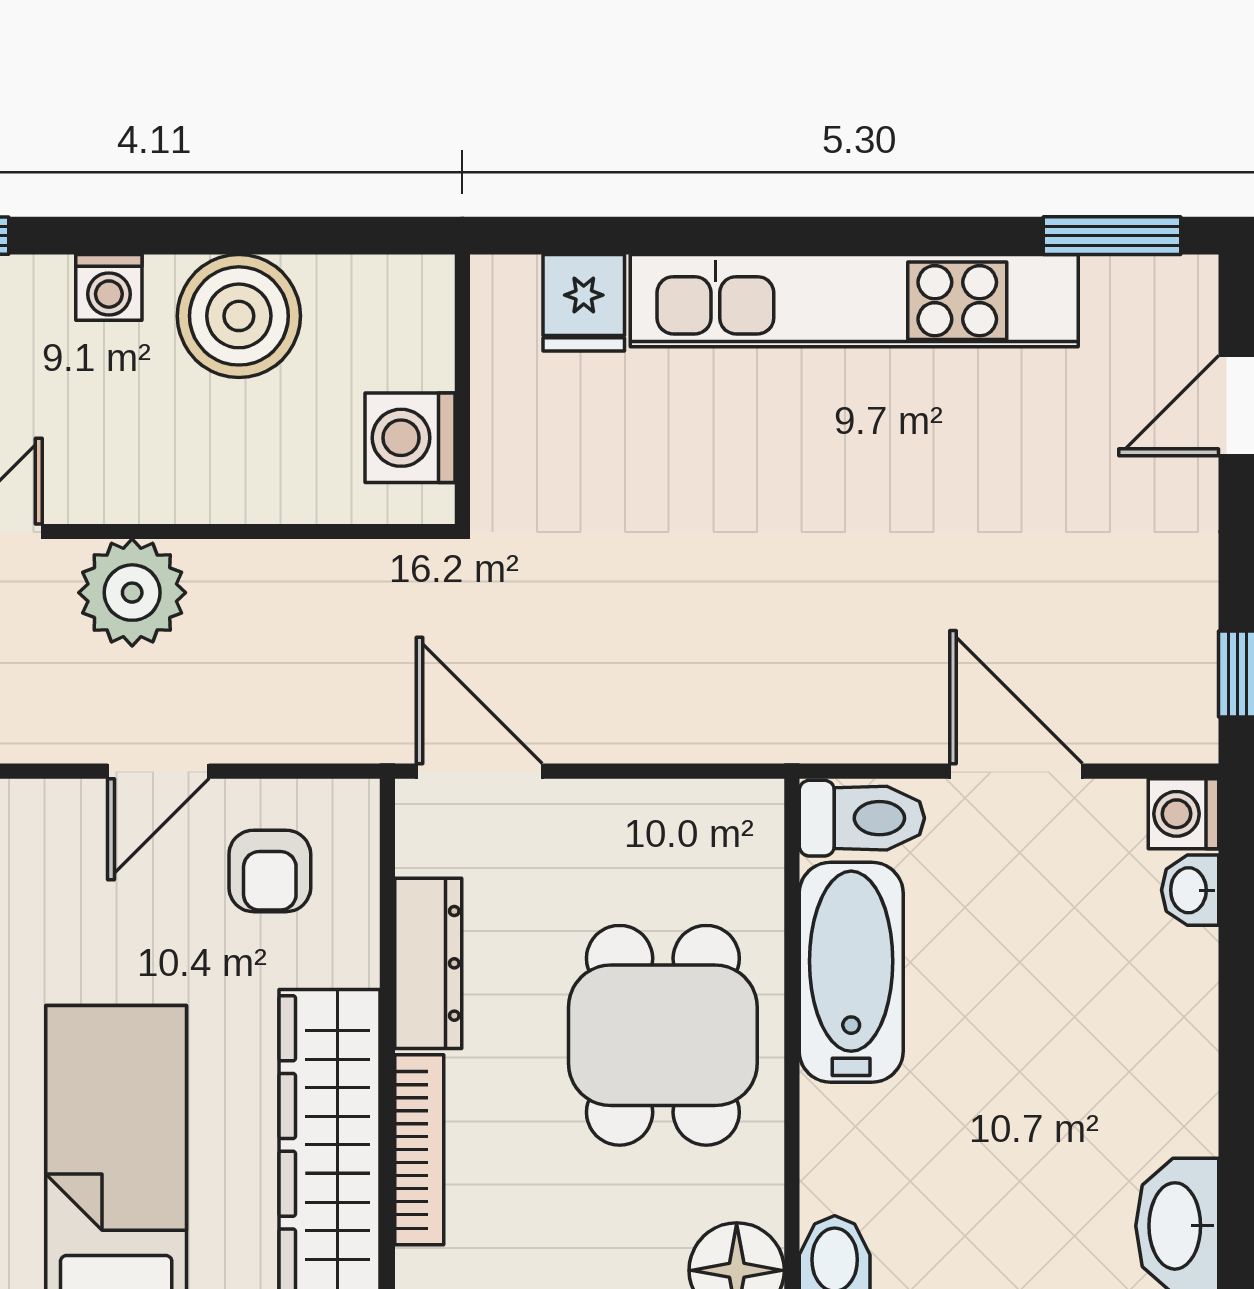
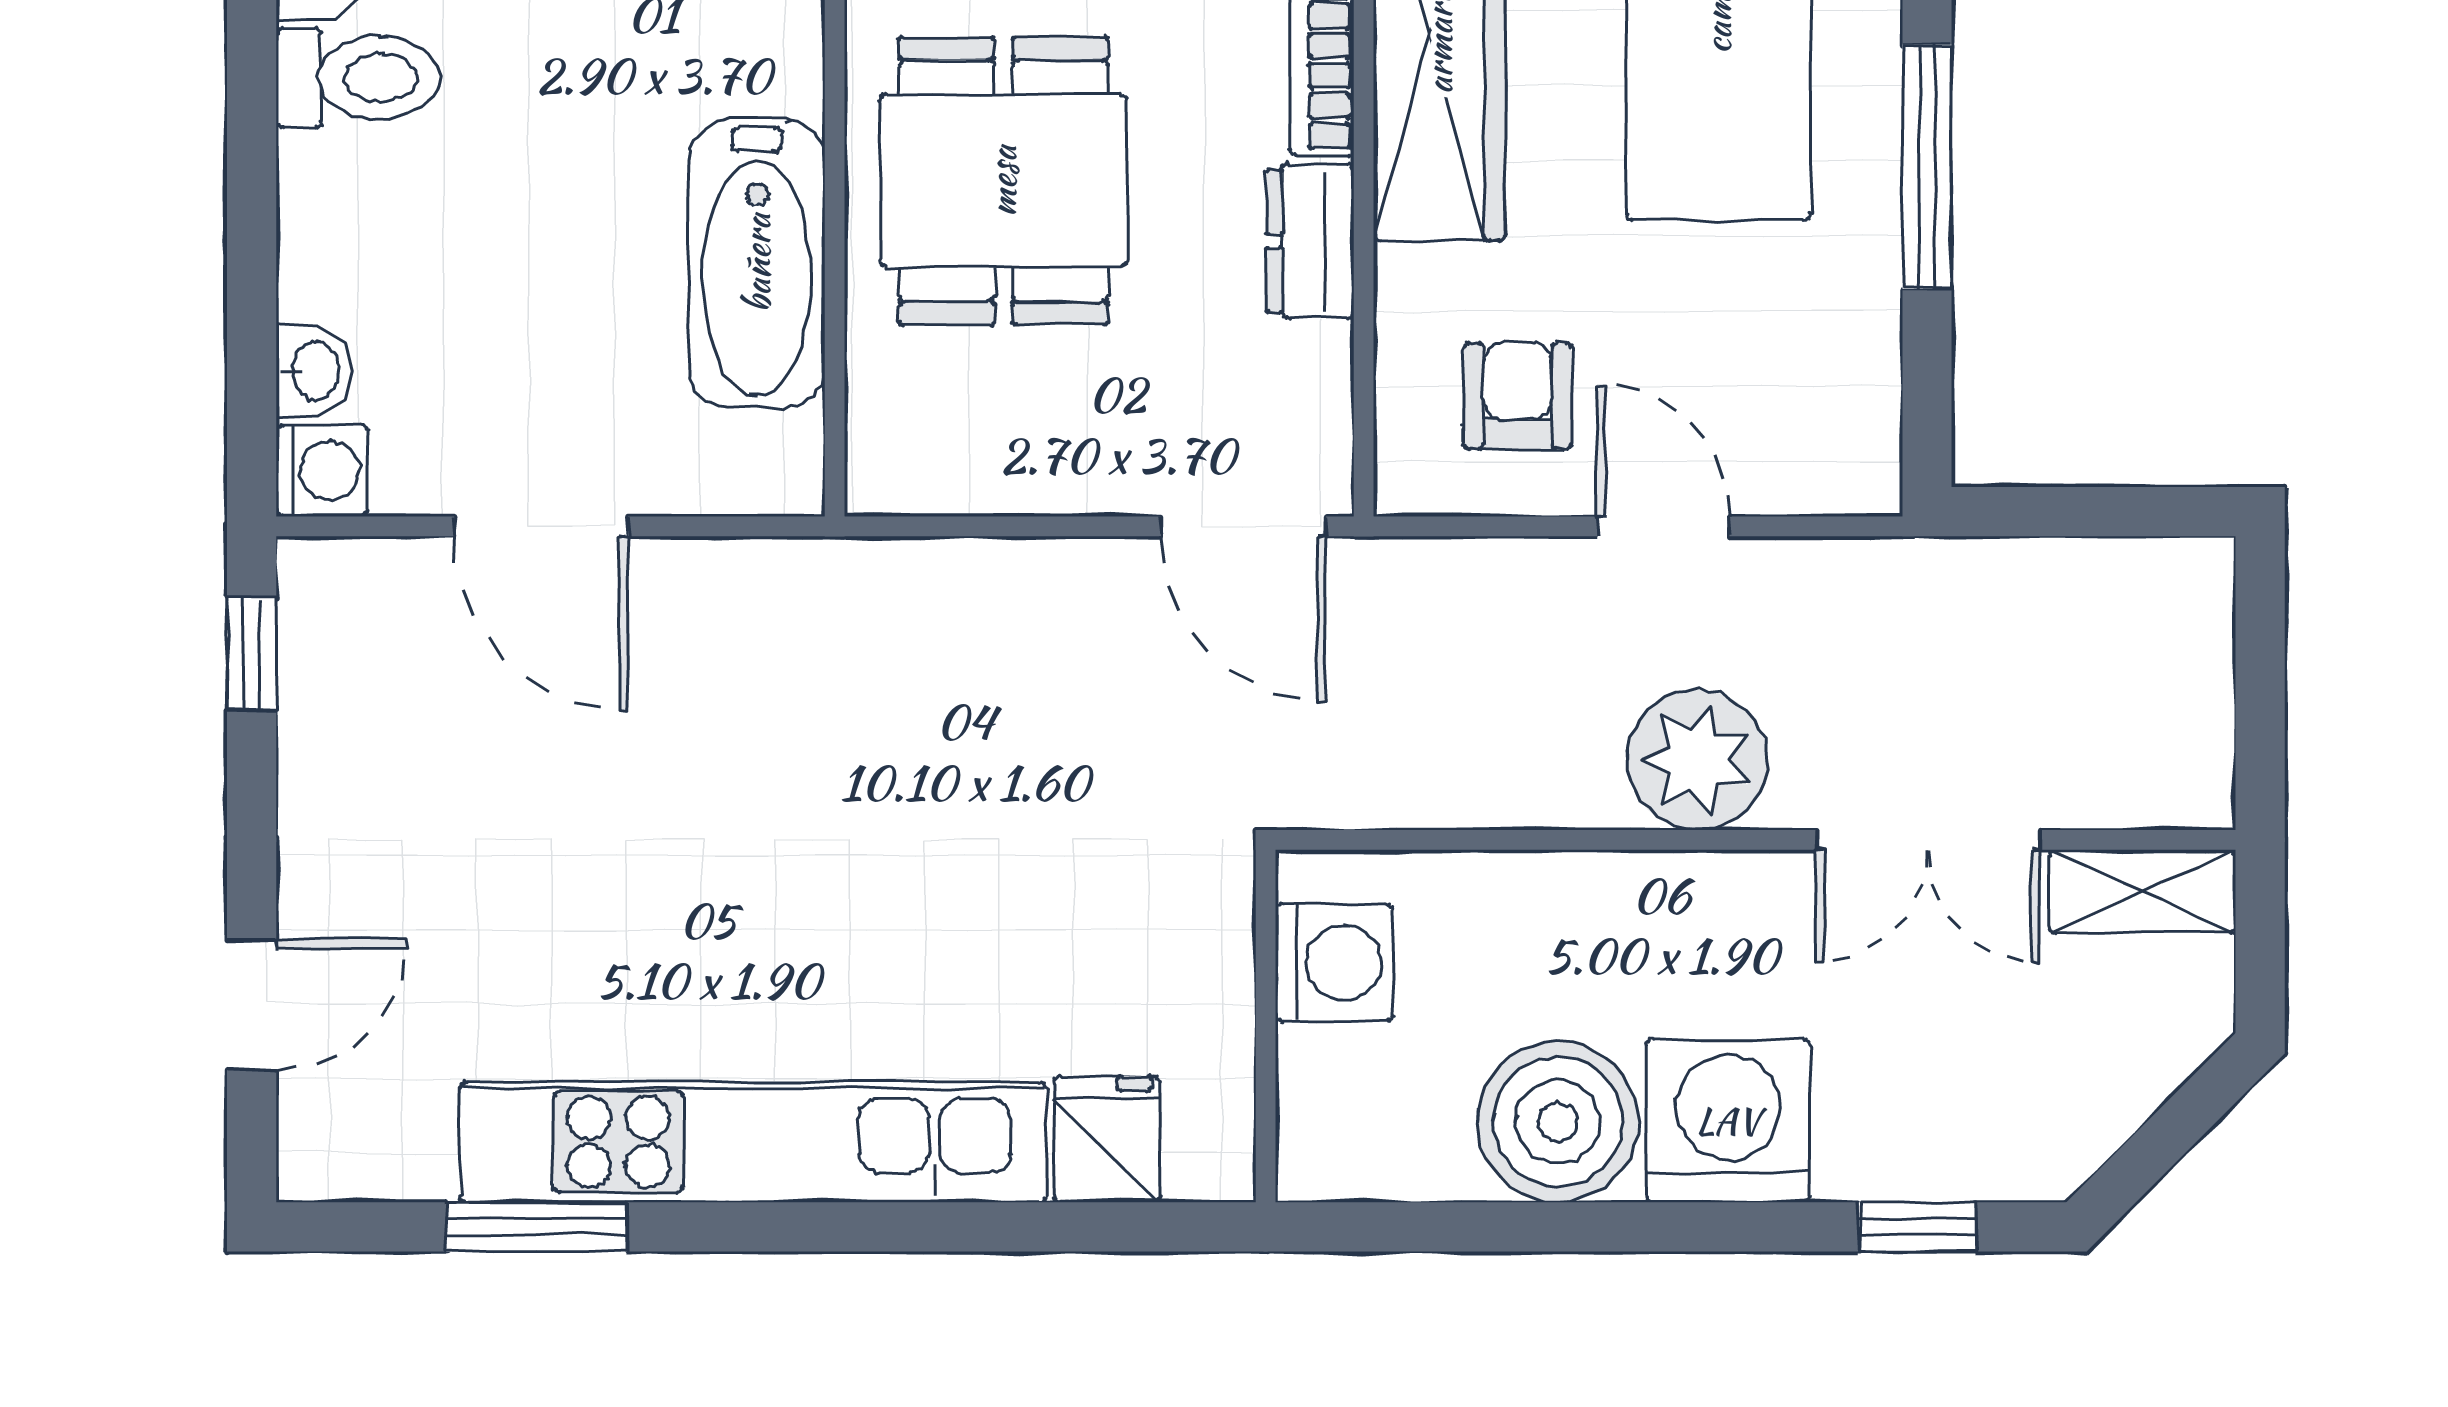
window: (1112, 236) -> (536, 1227), moved
washing machine: (109, 287) -> (1728, 1121), width x1.89, depth x1.89
door: (158, 771) -> (1663, 526), hinge flipped
toilet: (862, 818) -> (358, 78), moved, turned 180
dresser: (428, 963) -> (1310, 241), width x0.70

